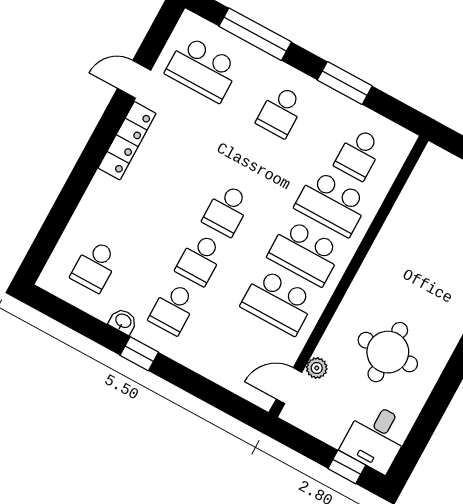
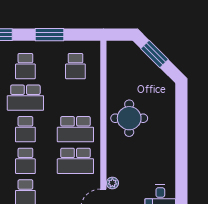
school desk: (332, 203) -> (25, 98), moved
round table: (388, 352) -> (129, 118), moved

